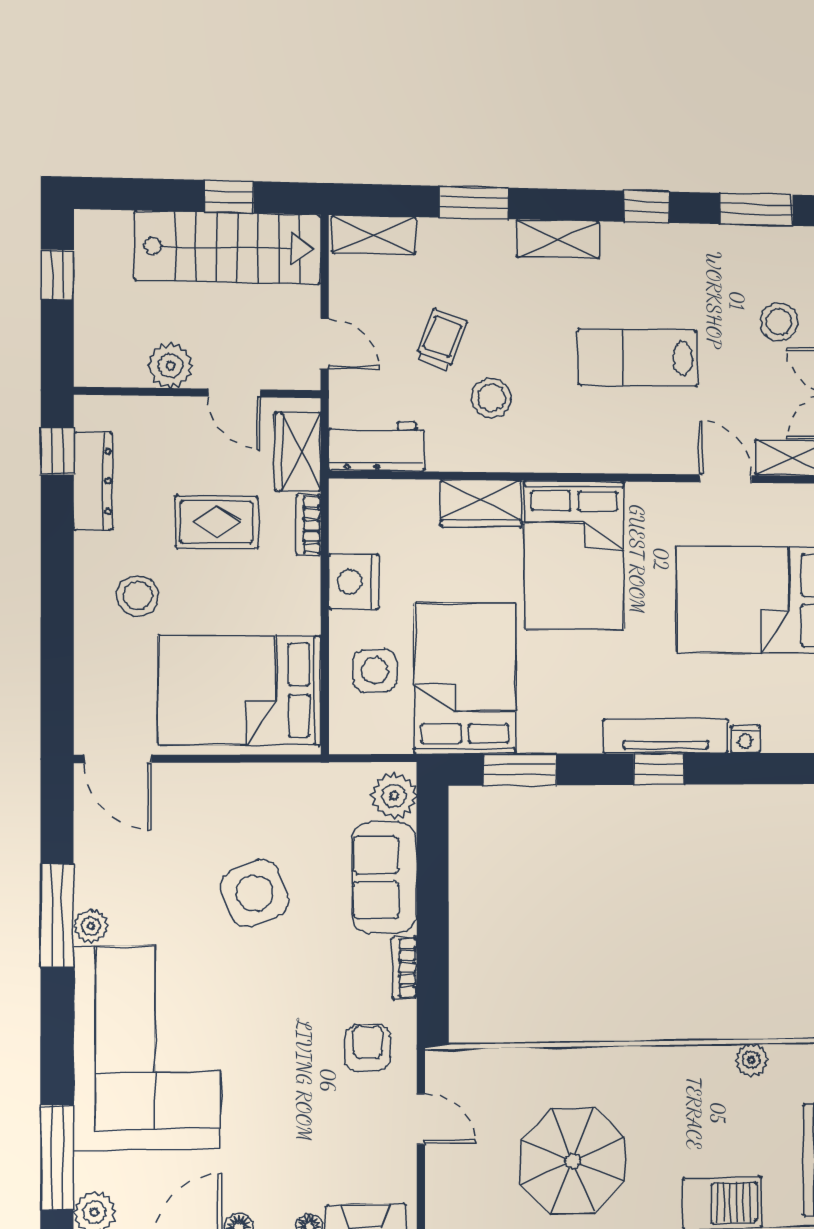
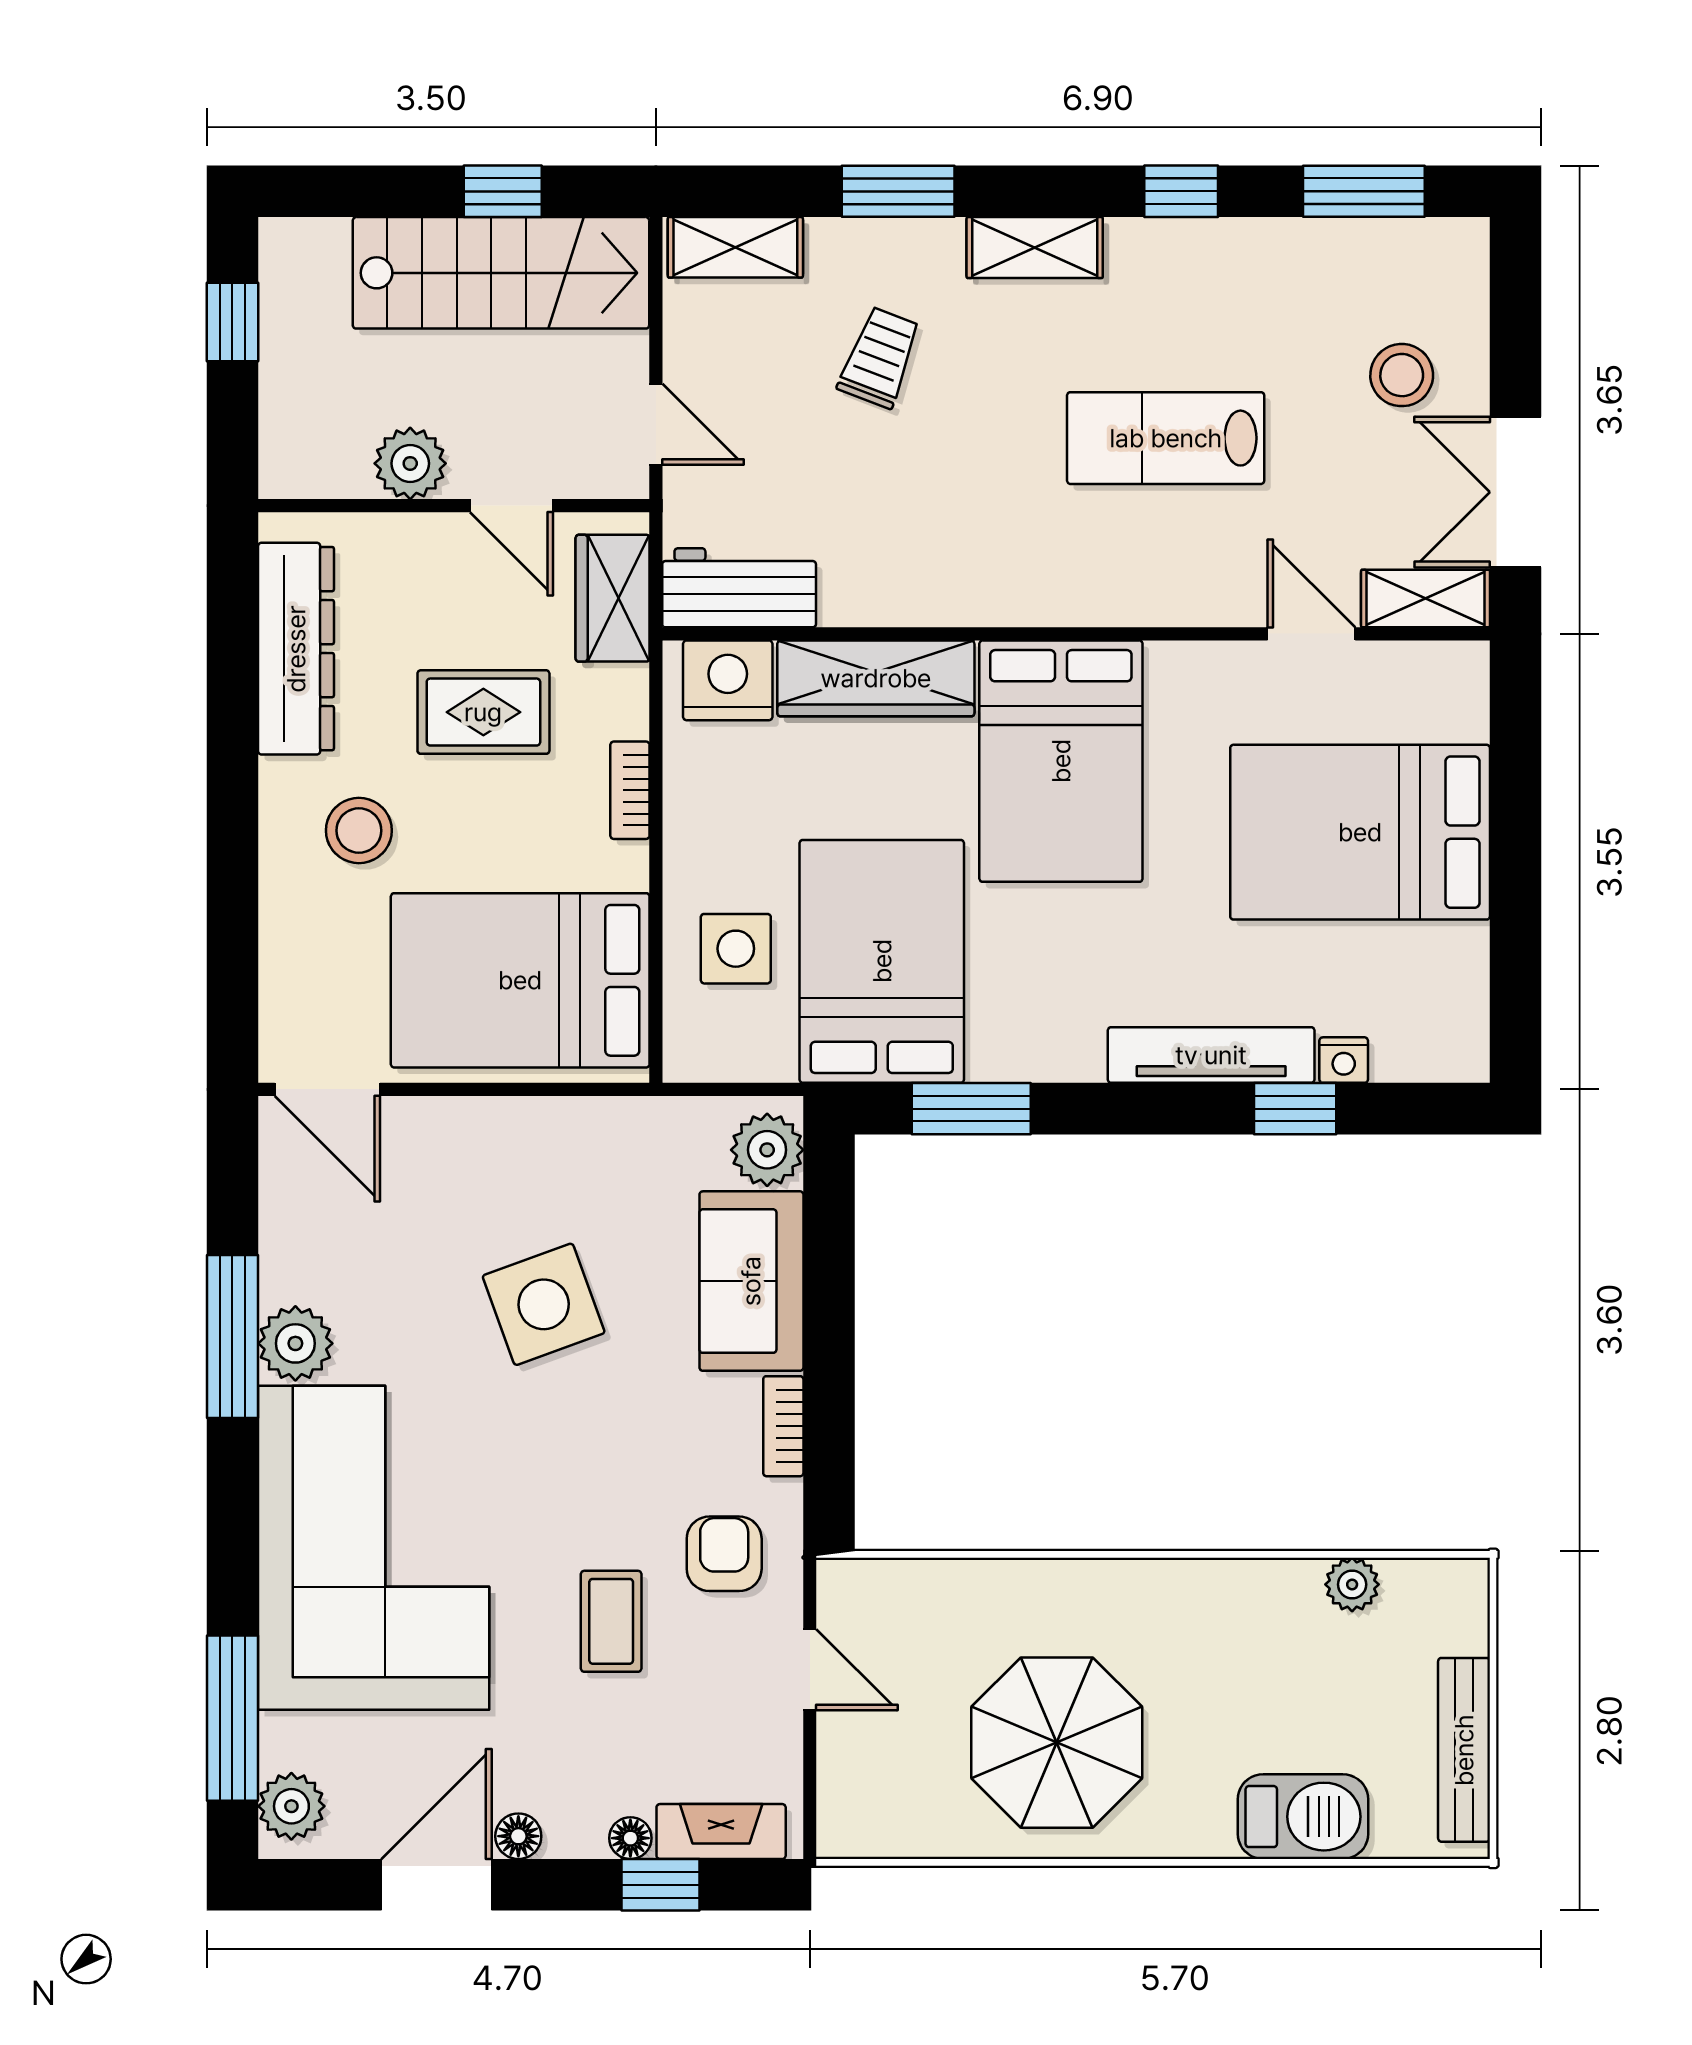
trolley: (441, 340) -> (880, 357), moved
stool: (491, 398) -> (925, 508), removed
window: (57, 451) -> (232, 602), removed
dresser: (93, 481) -> (296, 649), width x1.37, depth x1.24
wardrobe: (481, 503) -> (876, 678), width x1.50
bookcase: (309, 525) -> (630, 790), moved
nightstand: (354, 582) -> (728, 680), moved, turned 90
window: (659, 769) -> (1295, 1109), moved
plant: (91, 926) -> (295, 1343), width x1.38, depth x1.38
coffee table: (297, 1091) -> (611, 1621), added

